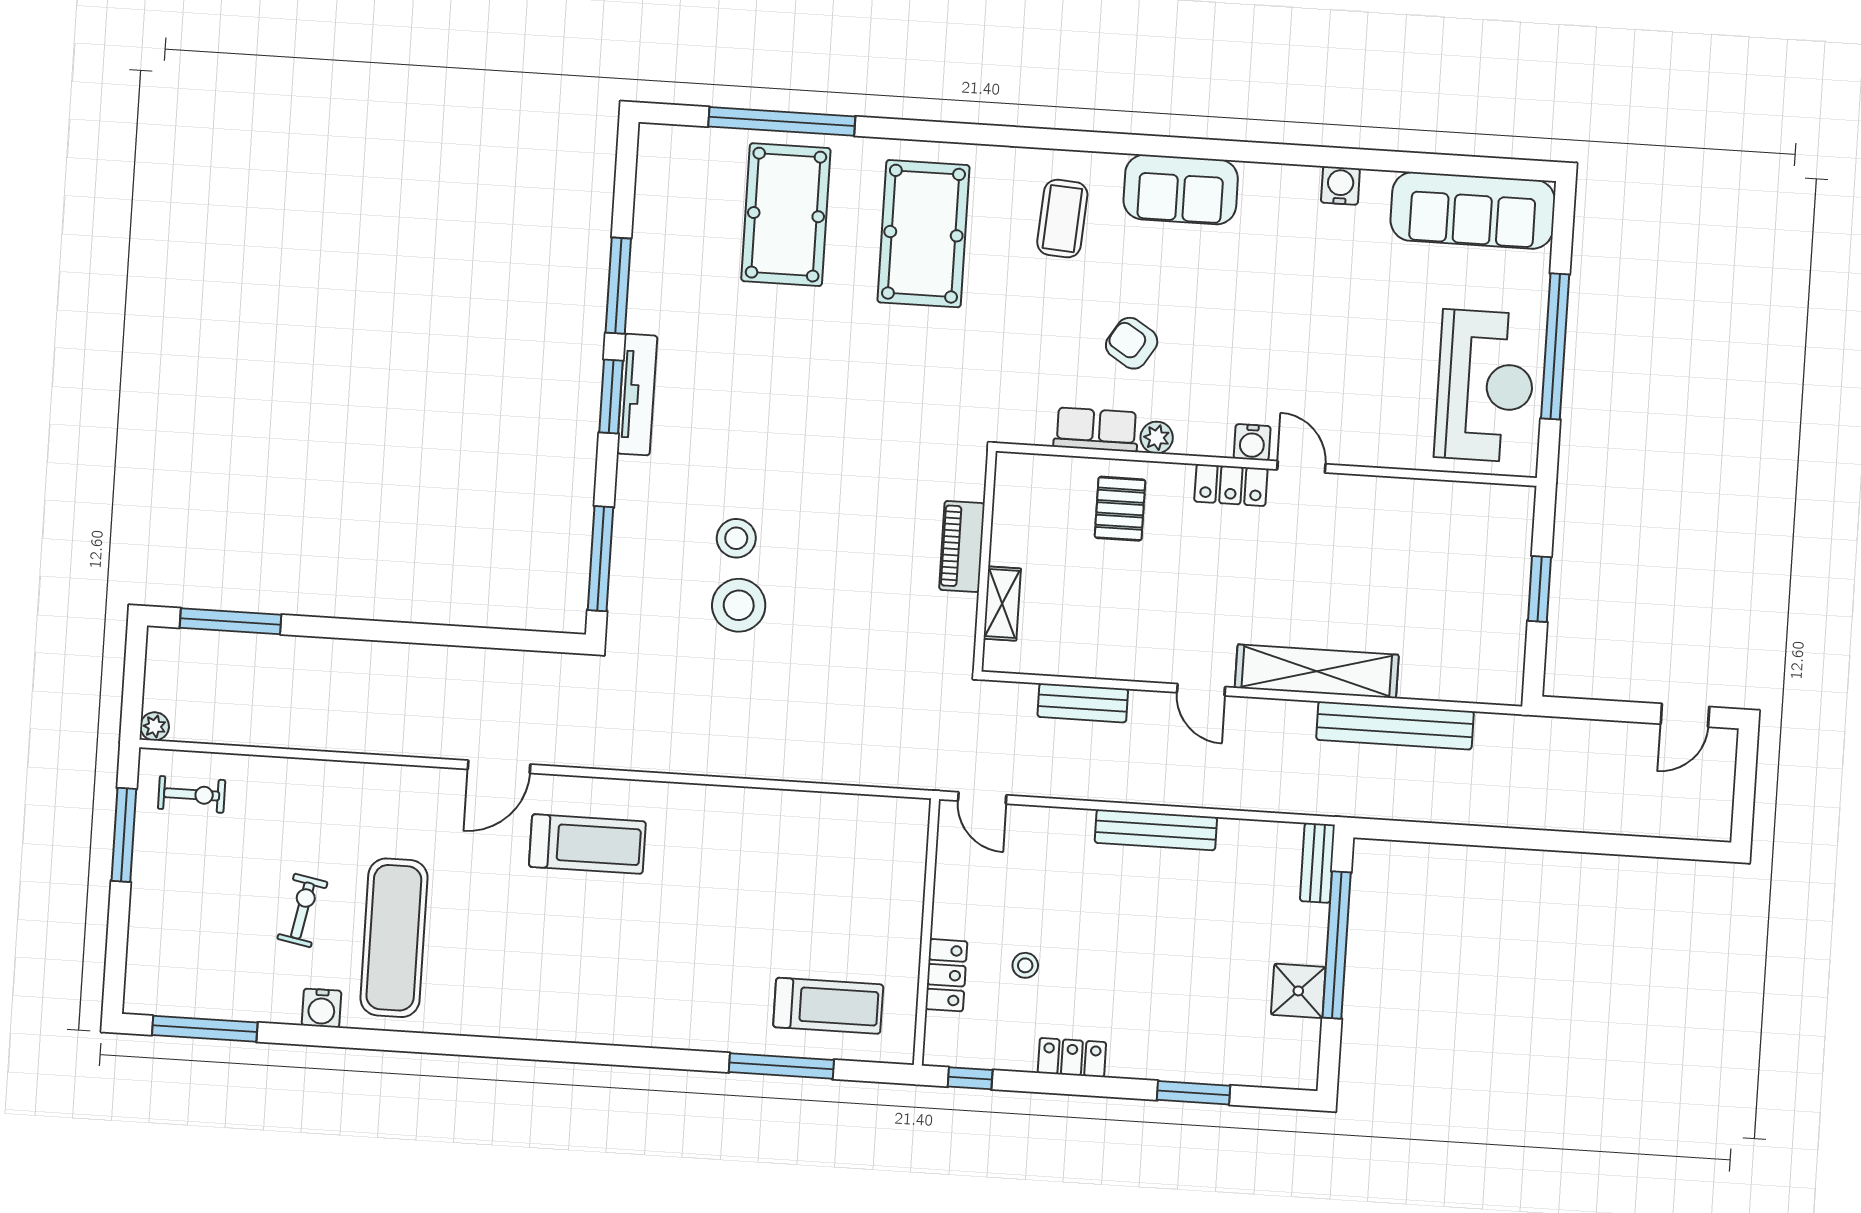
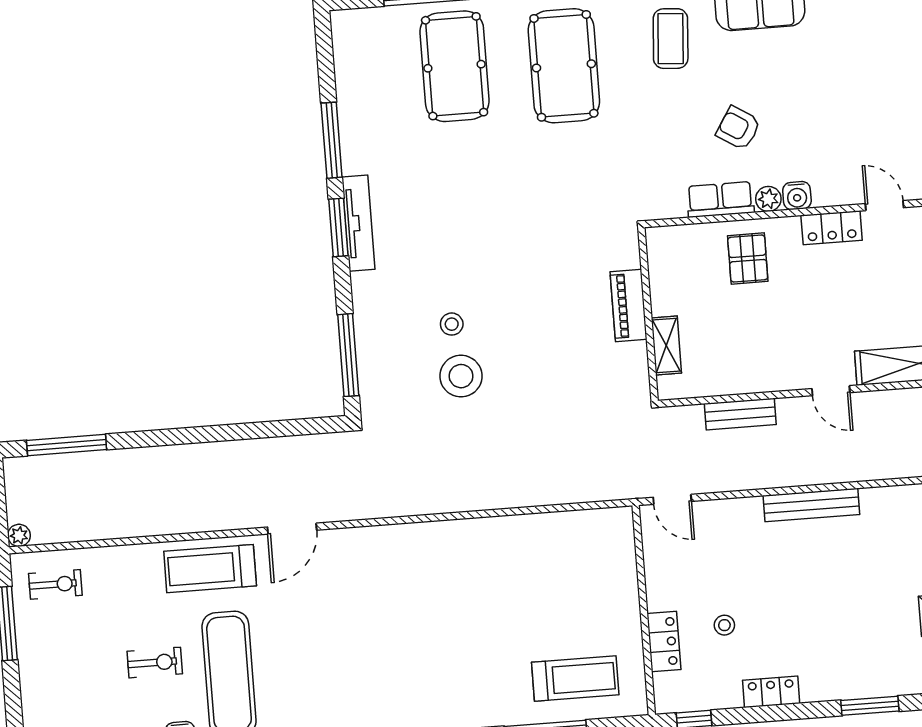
water cooler: (1252, 442) -> (797, 196), moved
stool: (736, 538) -> (452, 324), width x0.73, depth x0.73
treadmill: (587, 844) -> (210, 569), moved, turned 180
exercise bike: (302, 910) -> (155, 663), turned 79

